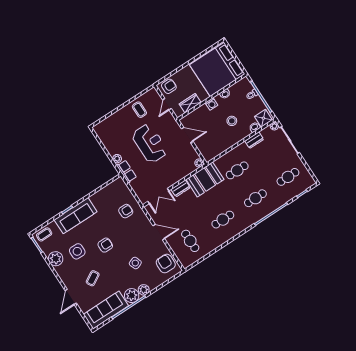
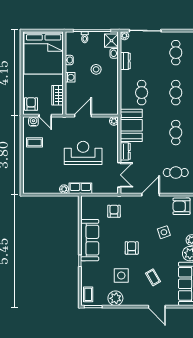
water cooler: (156, 98) -> (33, 121), added
reception desk: (150, 143) -> (83, 153), moved
sofa: (76, 216) -> (90, 240), moved

